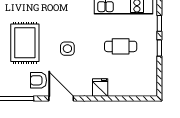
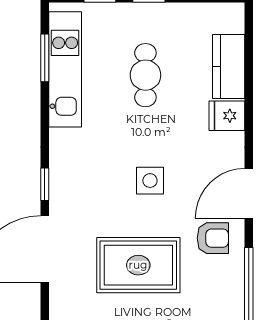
armchair: (38, 80) -> (213, 238), turned -90
kitchen counter: (125, 88) -> (229, 66), added

